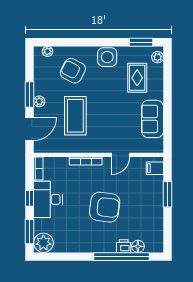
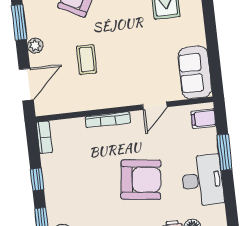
window: (30, 94) -> (19, 22), moved
coffee table: (75, 116) -> (87, 59), width x0.54, depth x0.58
sofa: (153, 119) -> (195, 72), moved
desk: (48, 199) -> (202, 180), moved, turned 180

